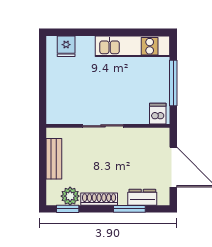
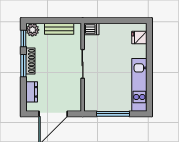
dishwasher: (158, 114) -> (91, 29), moved
plant: (70, 196) -> (32, 30), moved
window: (129, 209) -> (23, 66), moved

